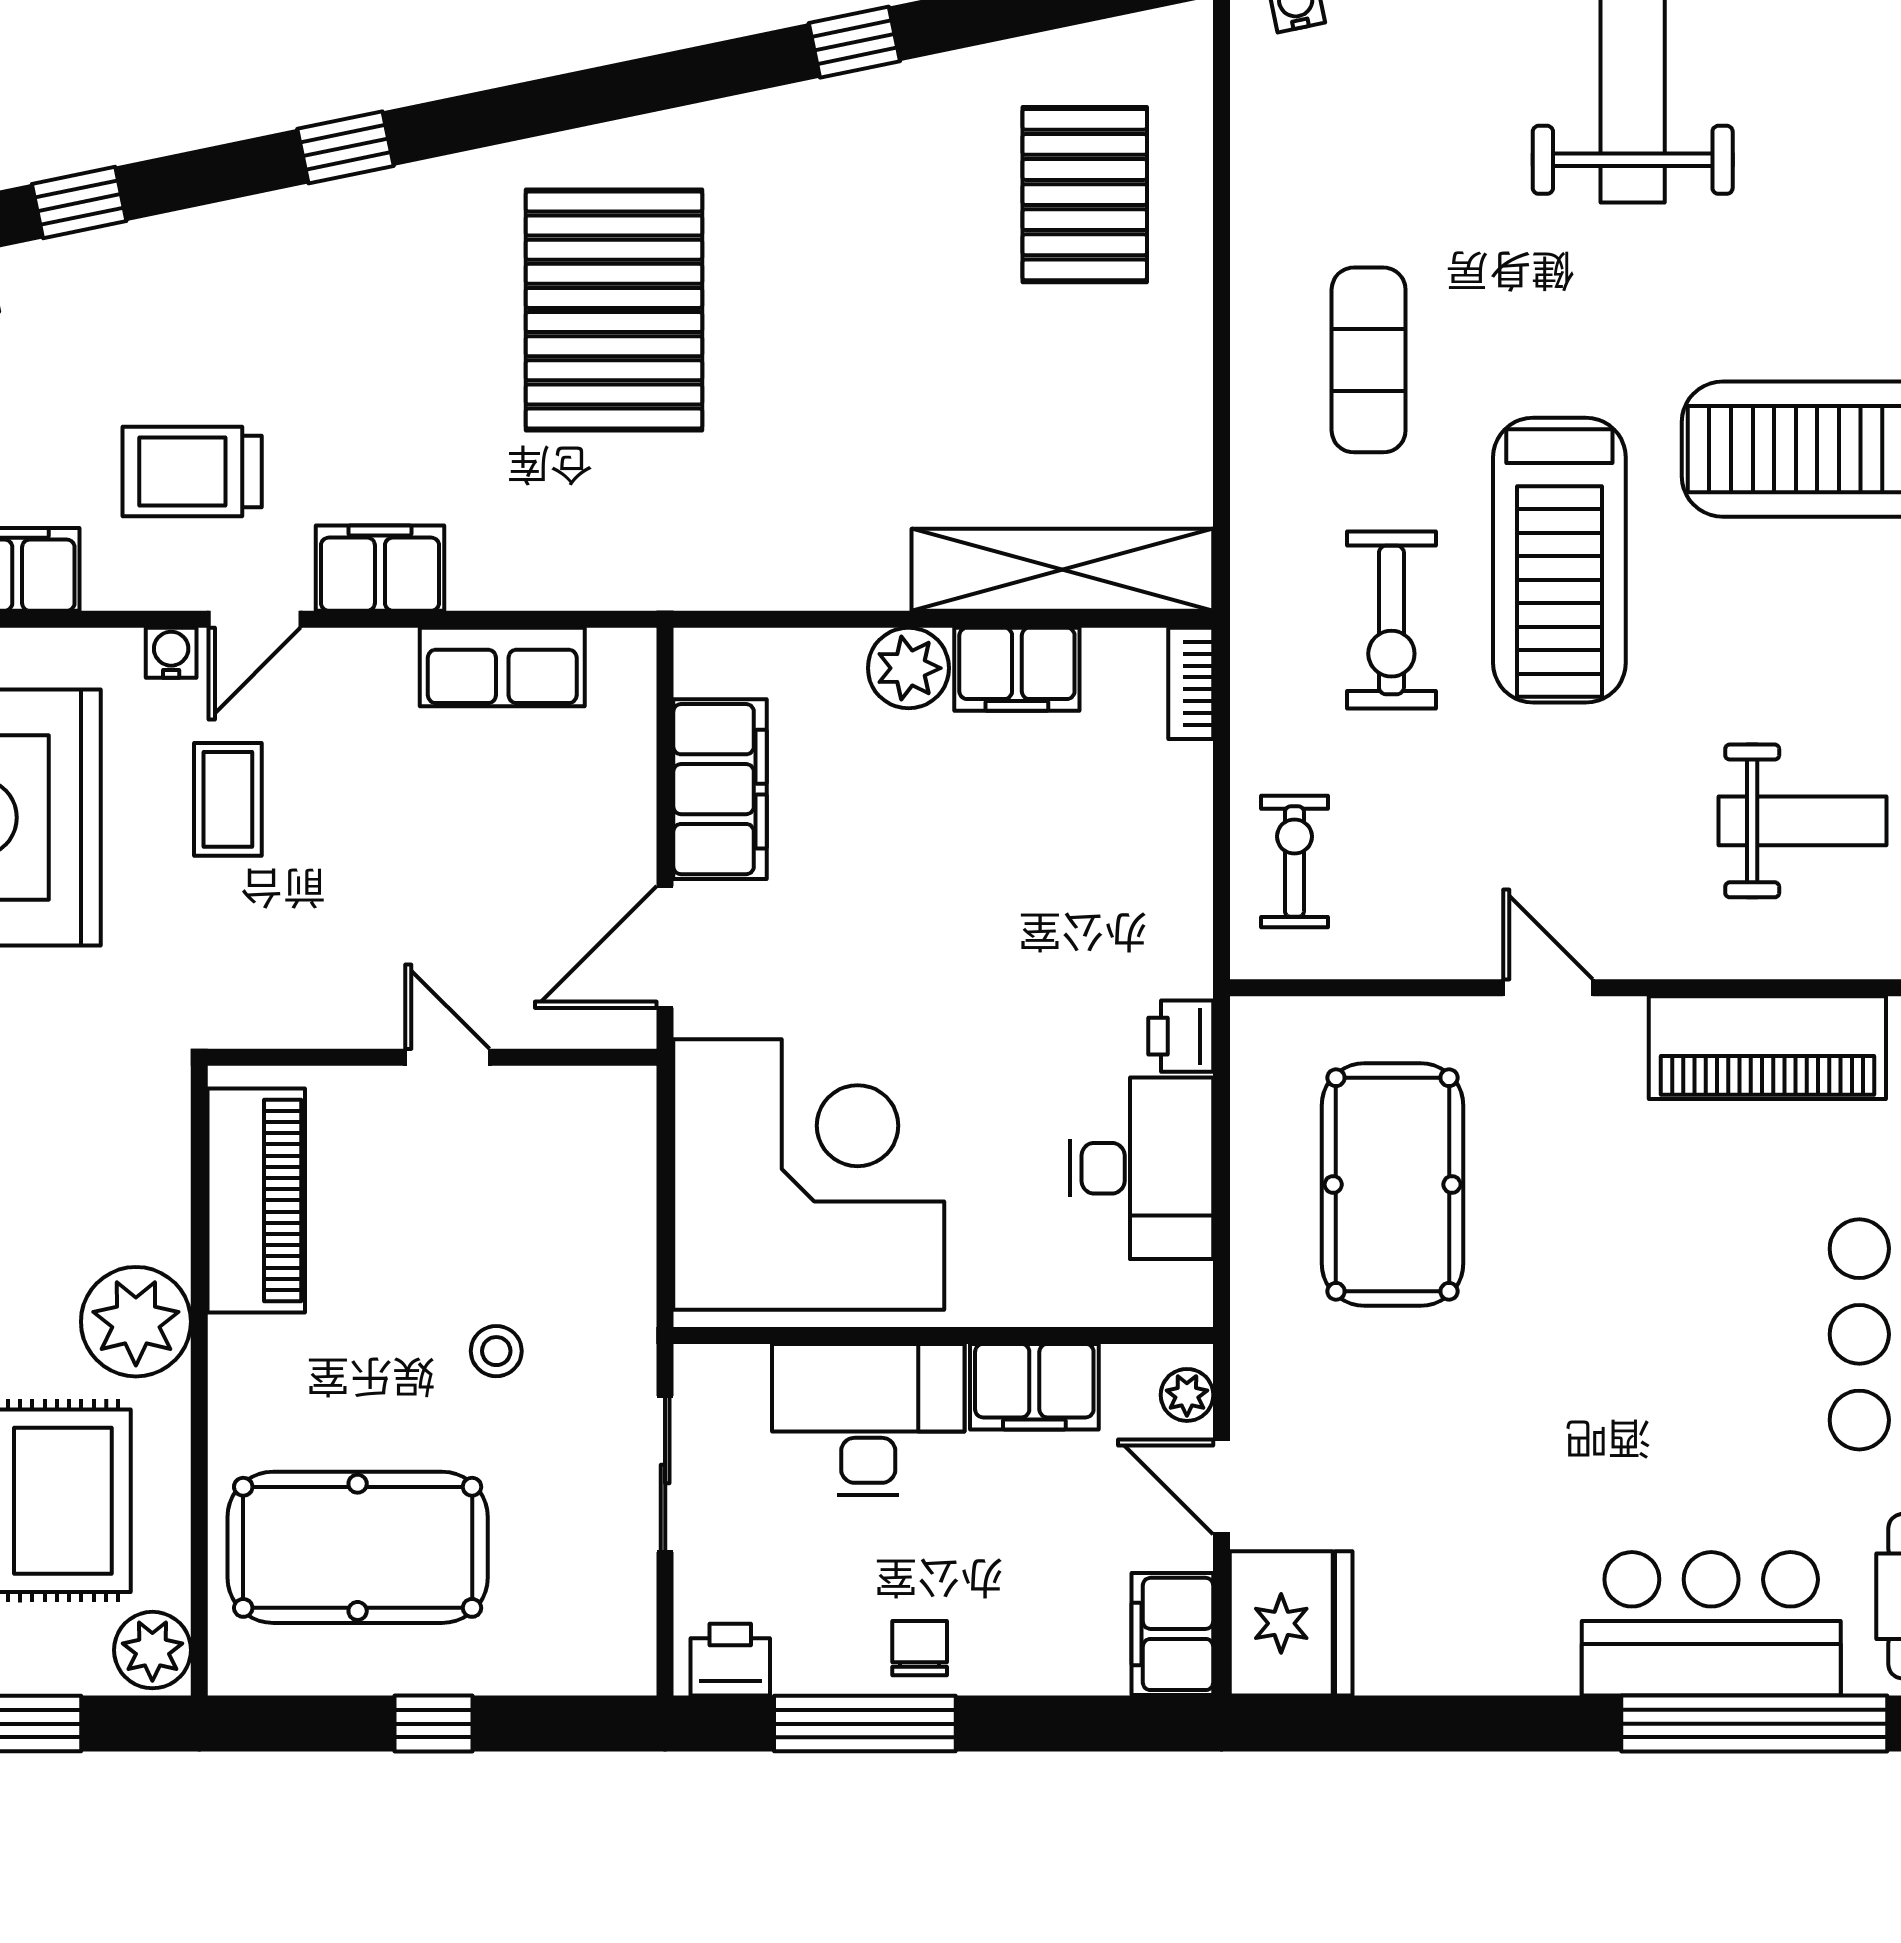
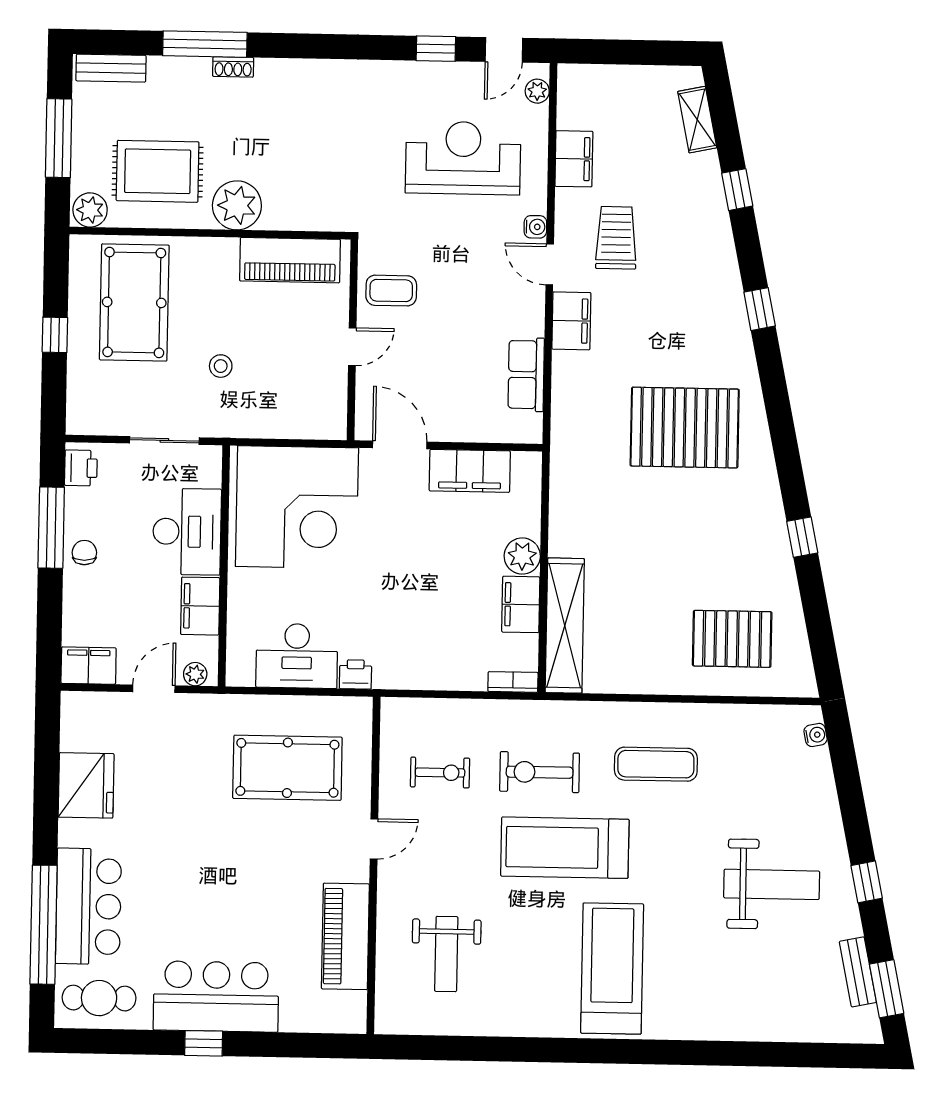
coffee table: (228, 799) -> (391, 291), moved
exercise bike: (1294, 862) -> (440, 773), moved
fridge: (1291, 1623) -> (86, 785), moved, turned -90
chair: (920, 1648) -> (84, 553), turned -91

